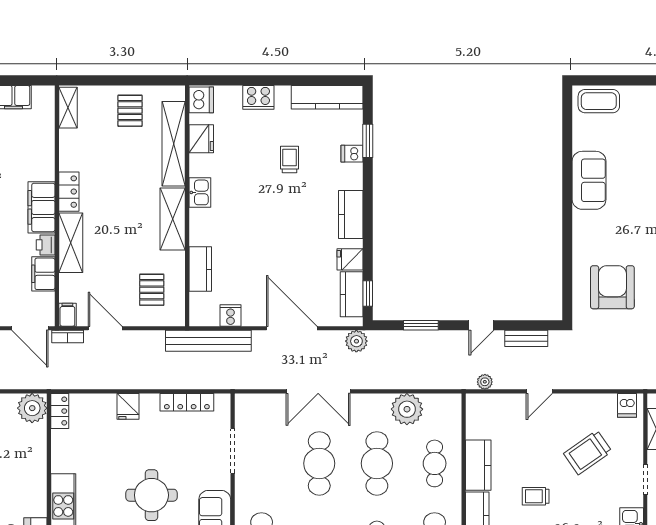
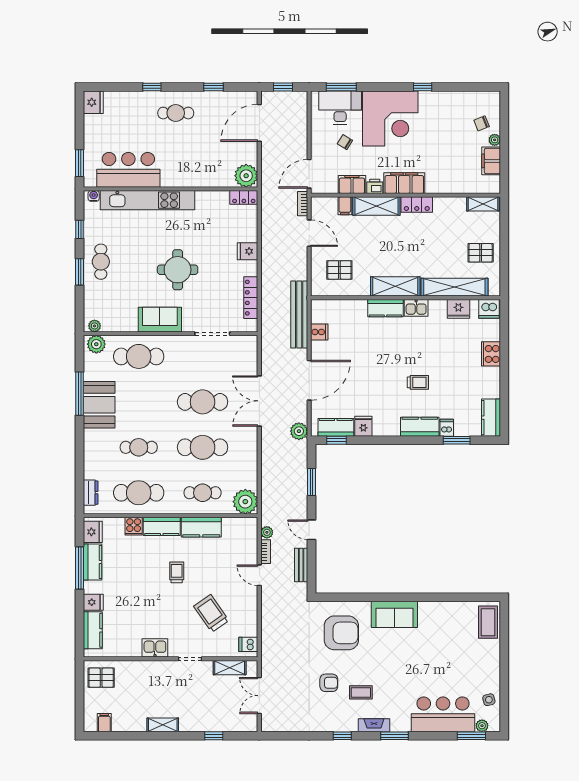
kitchen counter: (327, 97) -> (491, 418), width x0.67
trolley: (289, 159) -> (418, 382), moved
sofa: (589, 180) -> (394, 614), moved
kitchen counter: (351, 215) -> (420, 427), moved
kitchen counter: (200, 269) -> (386, 308), moved
filing cabinet: (67, 315) -> (345, 206), moved, turned 90
door: (105, 328) -> (309, 233), hinge flipped
bookcase: (509, 383) -> (266, 552), added
plant: (407, 409) -> (245, 502), moved

